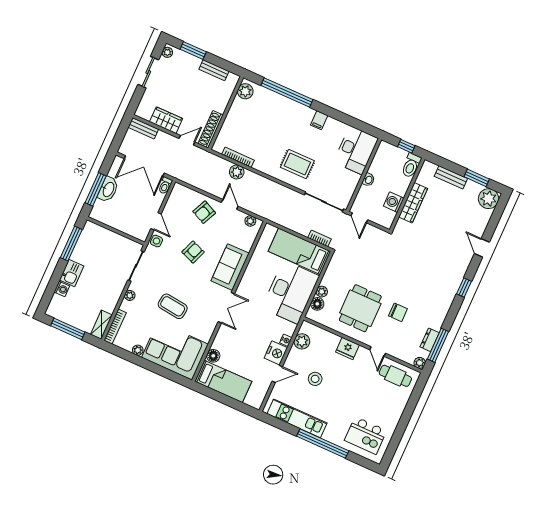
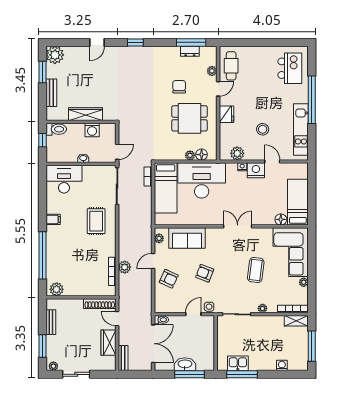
sofa: (230, 267) -> (187, 238), moved
kitchen sink: (72, 273) -> (238, 363), moved
plant: (420, 363) -> (212, 71), moved

